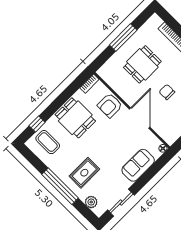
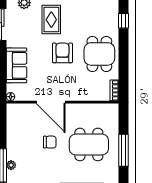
dining table: (142, 64) -> (89, 144), width x1.38
armchair: (110, 105) -> (62, 53), moved
dining table: (75, 118) -> (99, 54), turned 90
coffee table: (48, 142) -> (102, 15), removed

